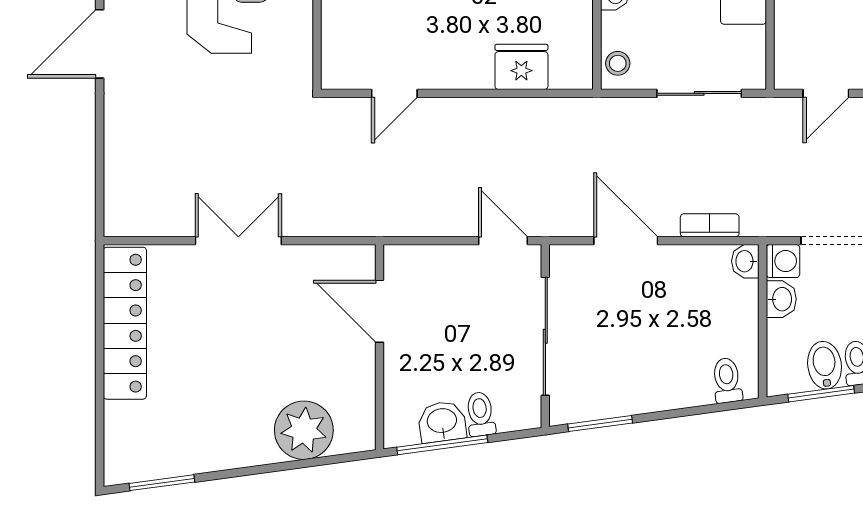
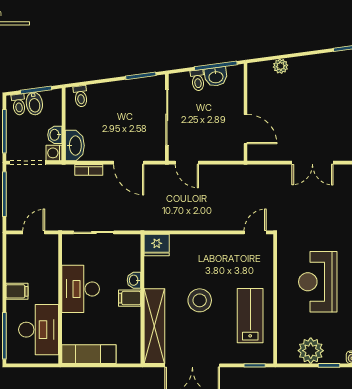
stool: (618, 63) -> (132, 247), removed
fridge: (521, 67) -> (157, 245), moved
door: (394, 93) -> (255, 232), moved
washbasin: (745, 261) -> (75, 146), width x1.91, depth x1.45
plant: (304, 430) -> (281, 66), width x0.53, depth x0.53

